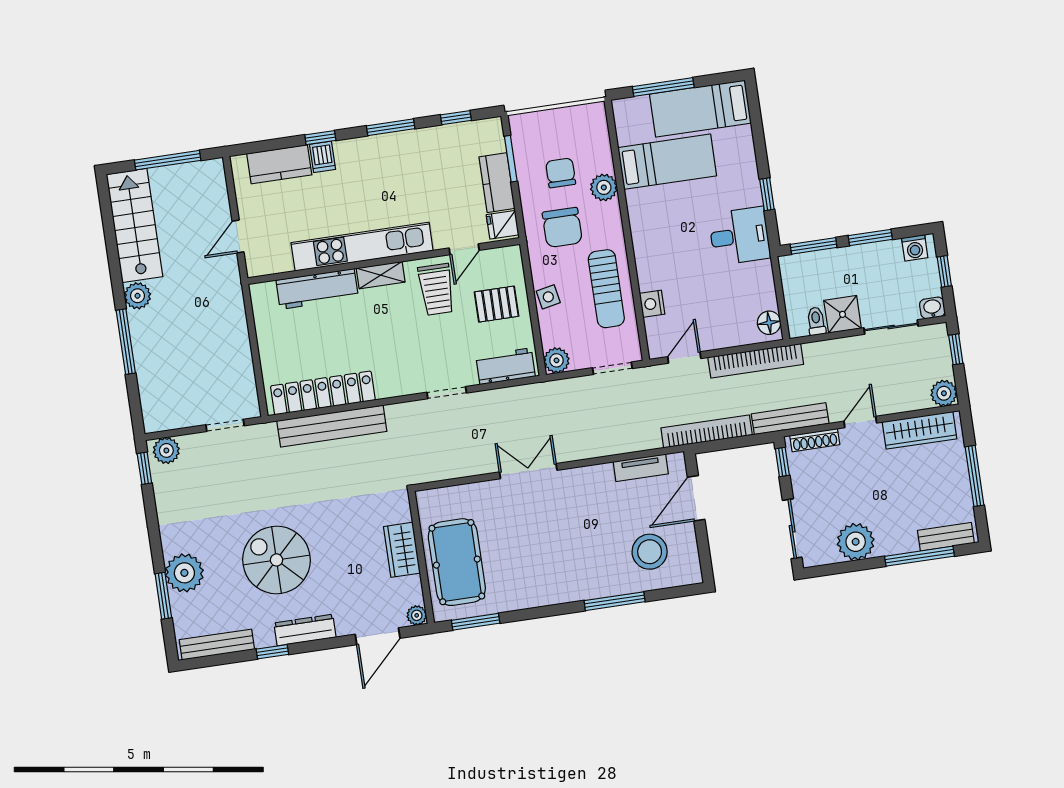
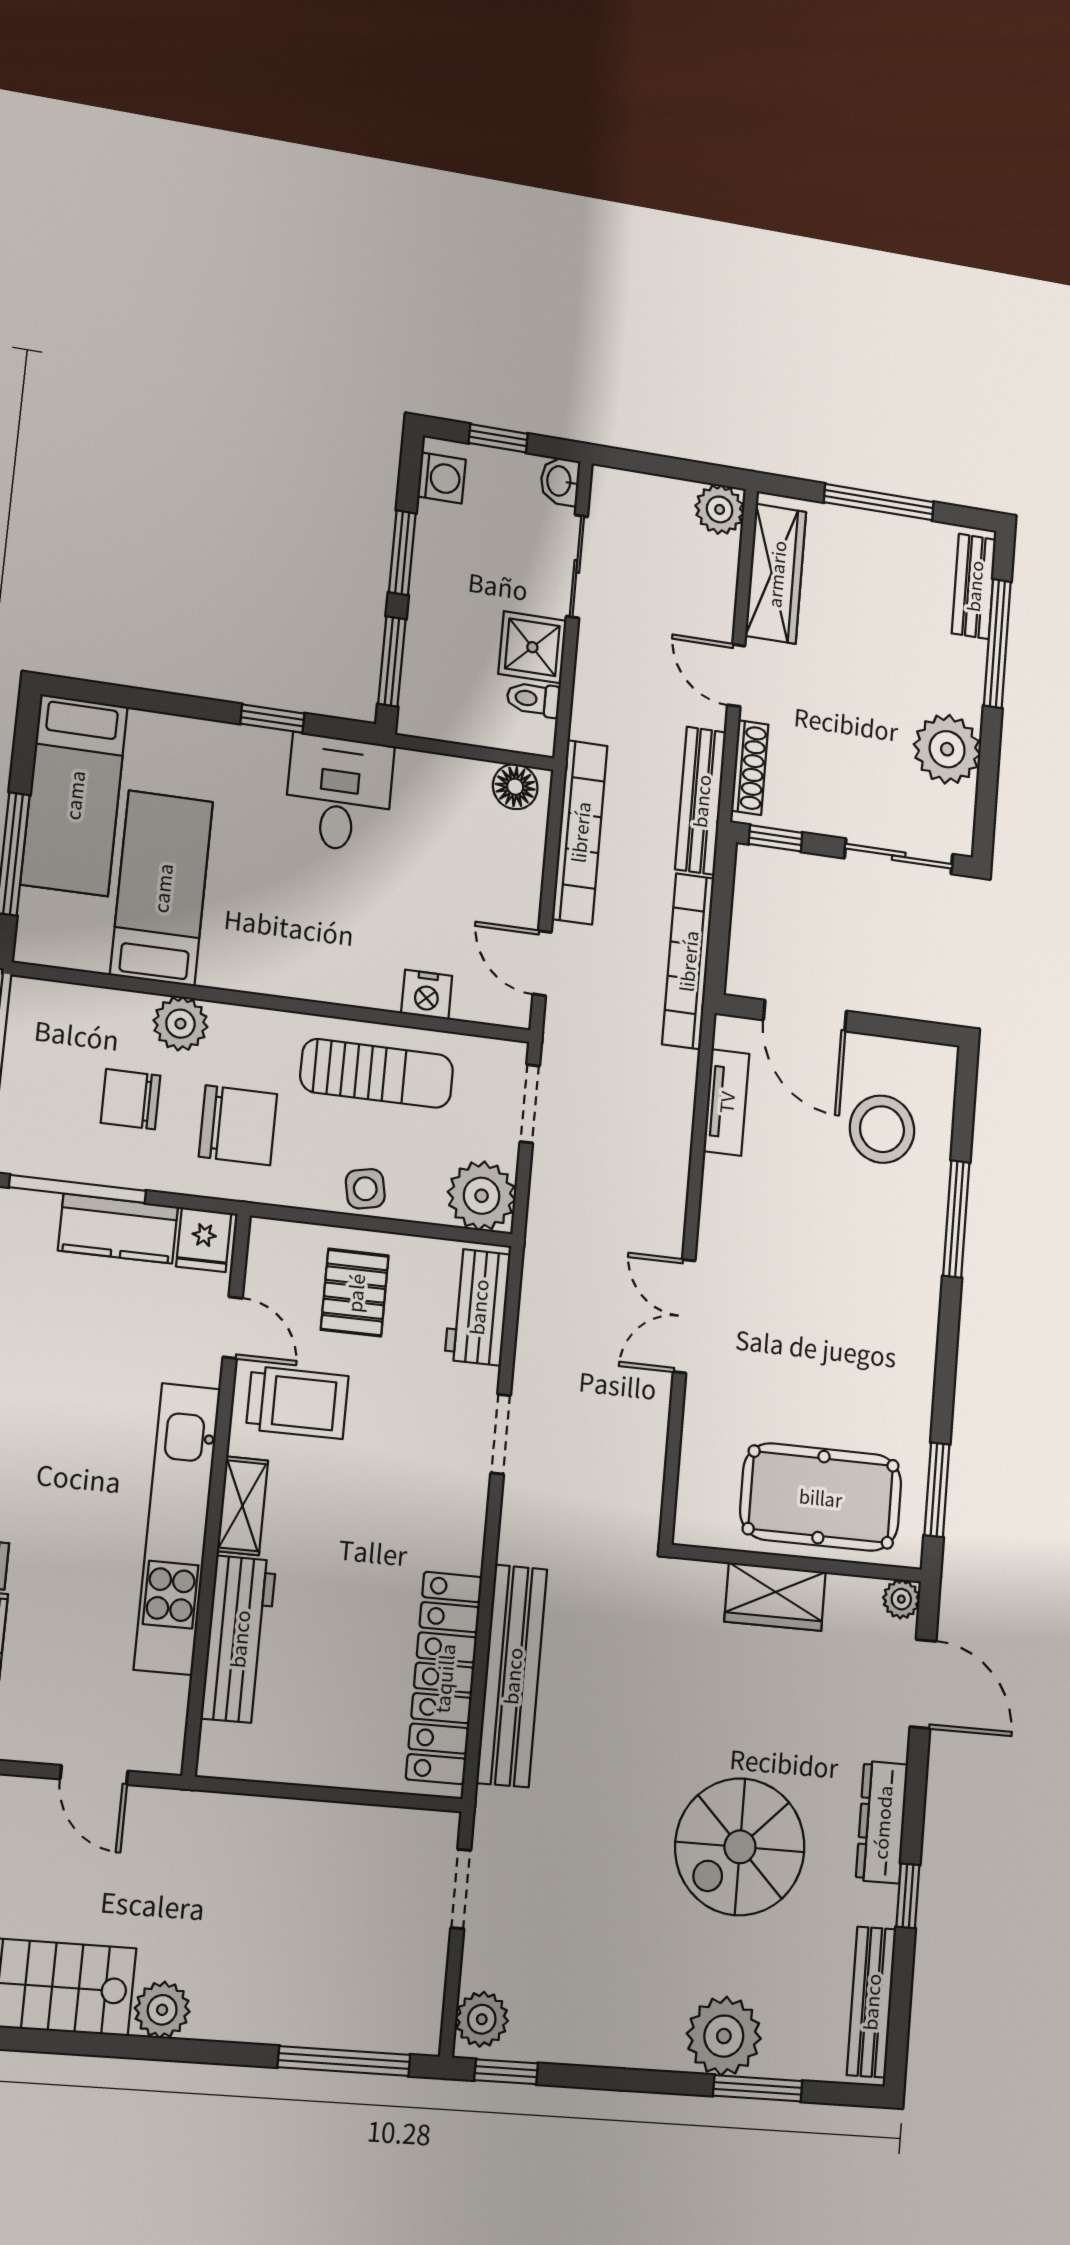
window: (511, 159) -> (78, 1189), width x1.44
window: (126, 342) -> (344, 2061), moved
window: (956, 349) -> (646, 463), removed
plant: (556, 360) -> (482, 1196), width x1.36, depth x1.36

